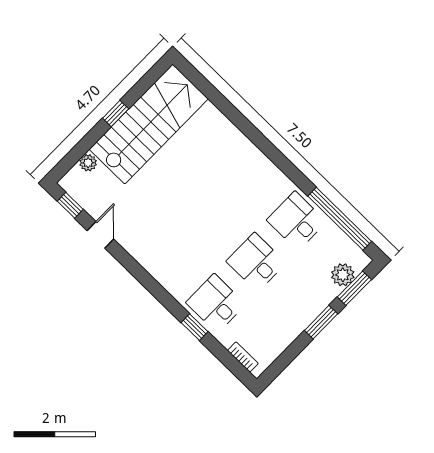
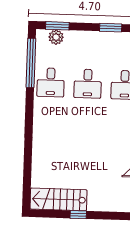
stairs: (149, 124) -> (58, 199), width x0.73, depth x0.66
plant: (88, 163) -> (114, 206), removed
window: (321, 322) -> (111, 28), moved

